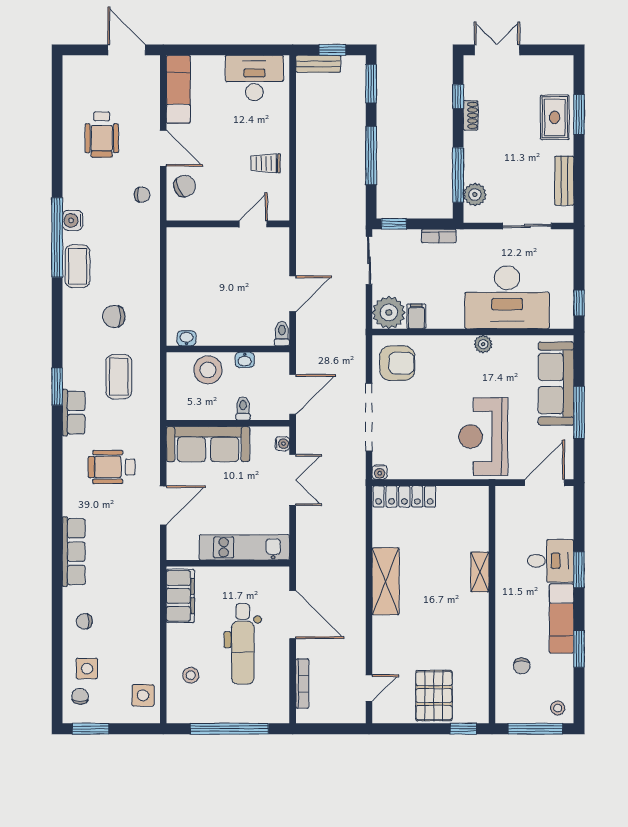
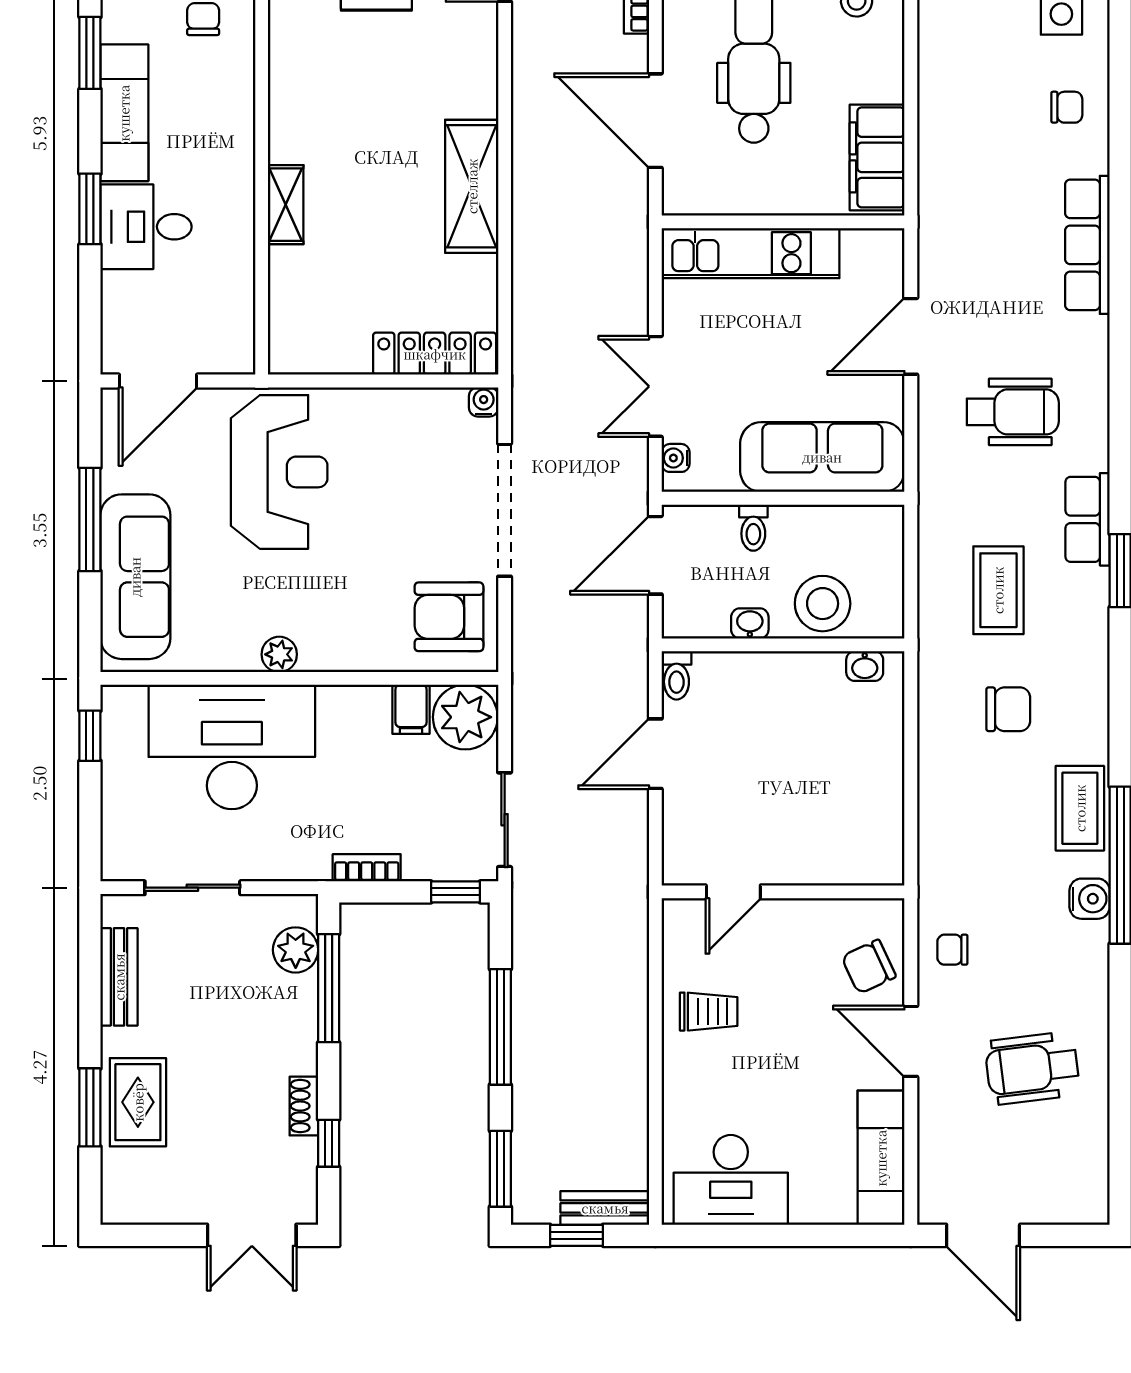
wheelchair: (102, 135) -> (1032, 1068), turned -97

